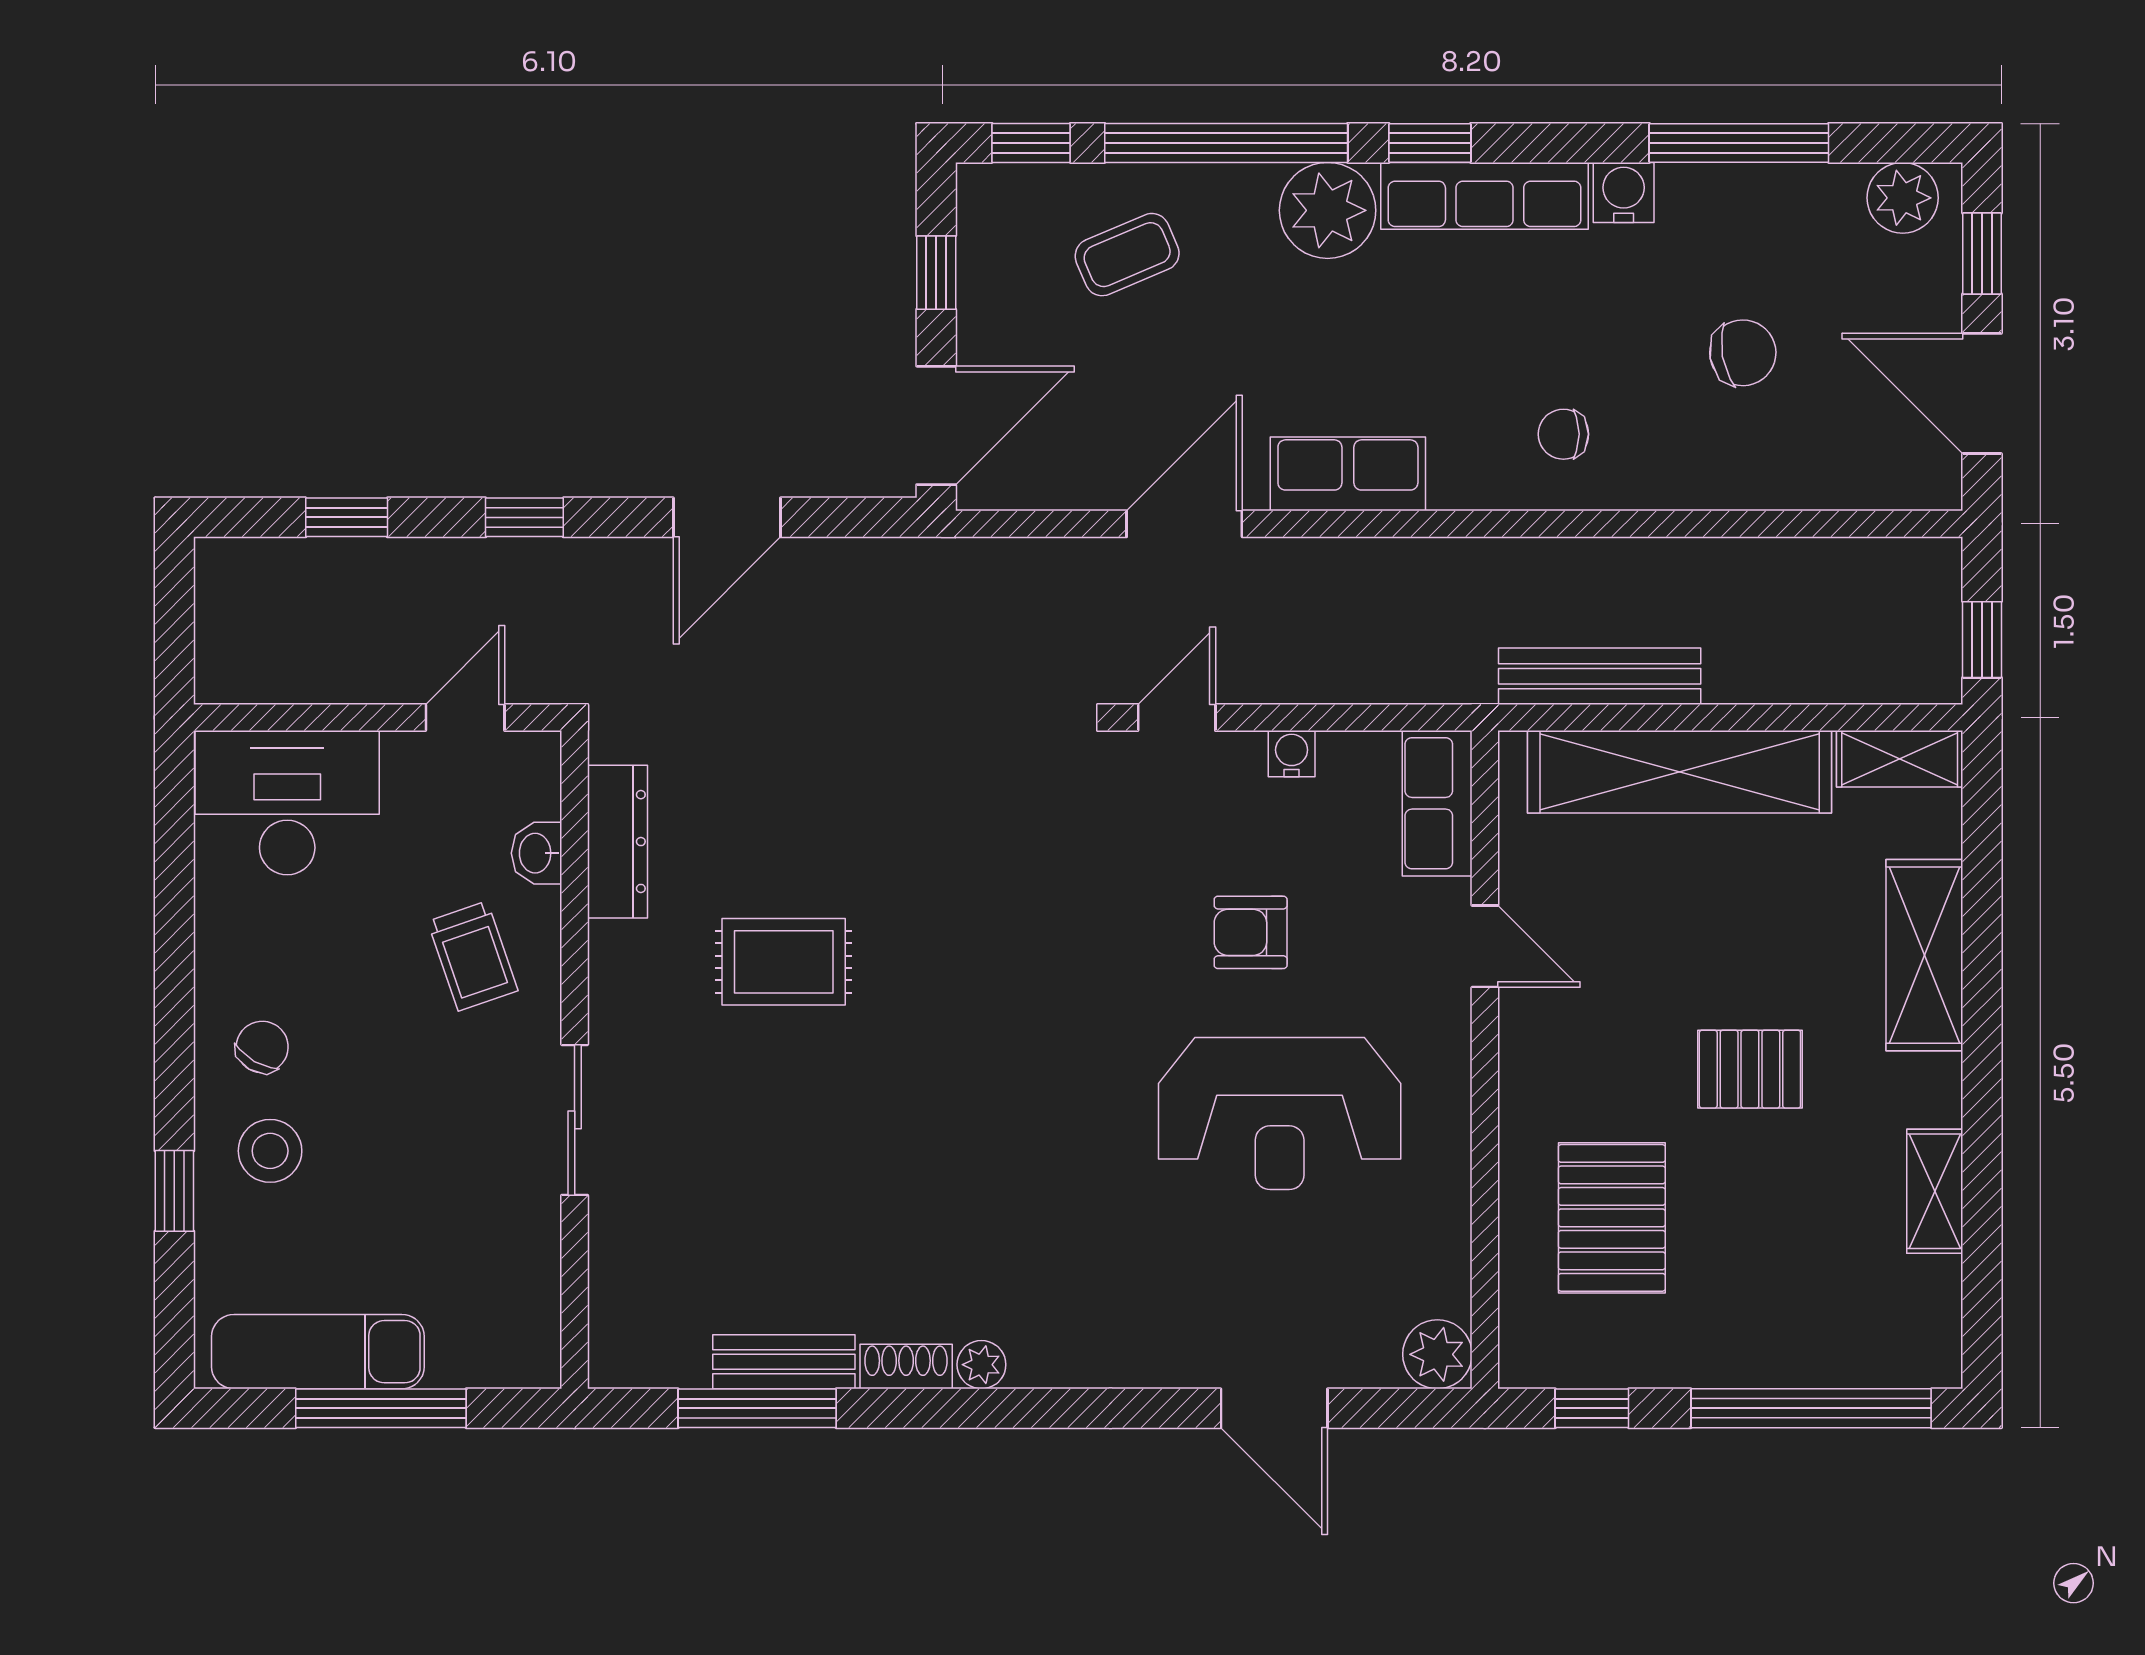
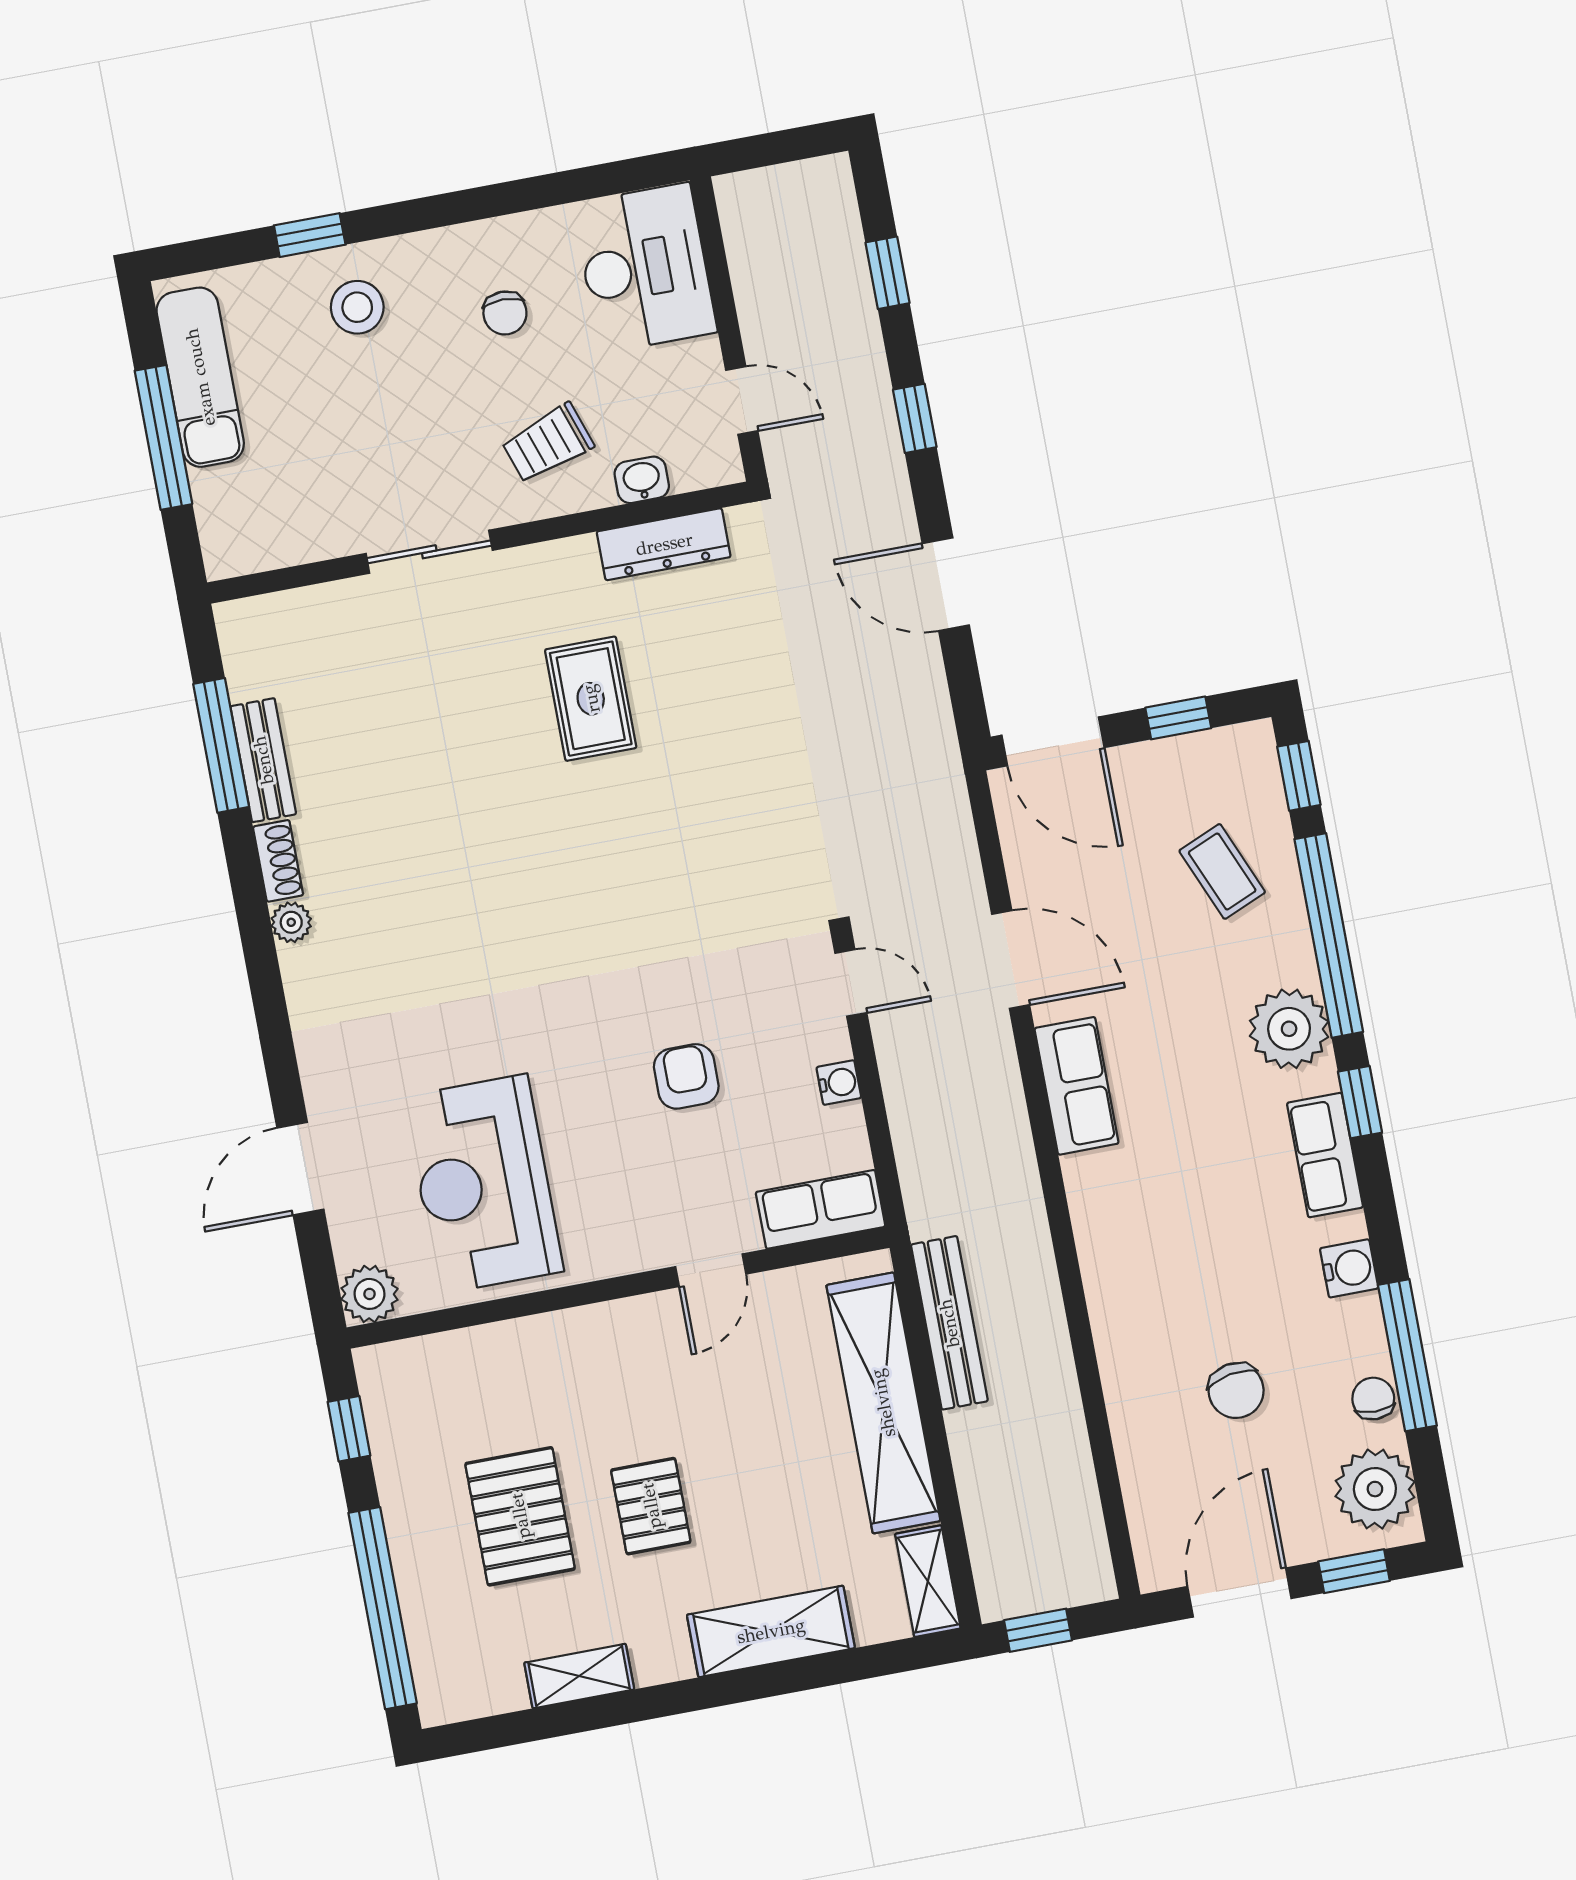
row of seats: (1485, 196) -> (1325, 1155), width x0.68
plant: (1903, 198) -> (1375, 1489), width x1.36, depth x1.36
chair: (1563, 434) -> (1373, 1399), moved
chair: (262, 1047) -> (505, 313), moved, turned 60
reception desk: (1280, 1114) -> (484, 1184), moved
pallet: (1612, 1218) -> (520, 1516), moved, turned 90

